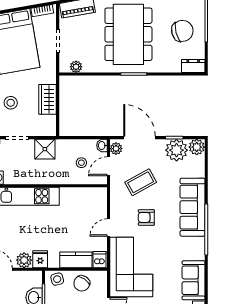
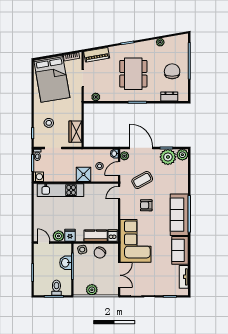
chair: (182, 31) -> (172, 71), turned -75
dining table: (128, 34) -> (133, 74), width x0.73, depth x0.80
dresser: (193, 66) -> (169, 97), moved
wardrobe: (48, 99) -> (75, 132), moved
shower: (45, 149) -> (83, 174), moved
sofa: (192, 207) -> (179, 215), moved
door: (109, 228) -> (119, 193), moved

